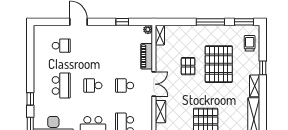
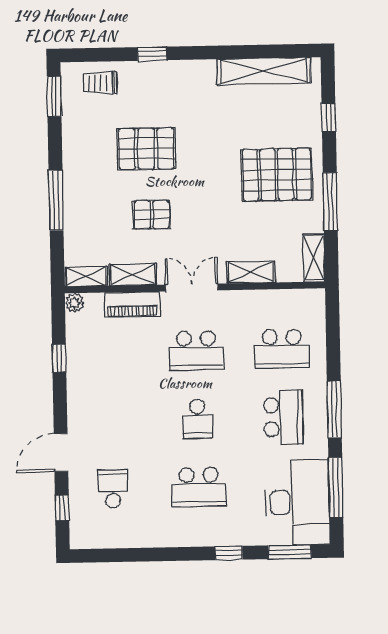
window: (53, 22) -> (62, 508), added
window: (210, 22) -> (56, 200), moved
pallet: (219, 64) -> (146, 149), width x0.73, depth x0.71
school desk: (61, 86) -> (199, 487), turned 180
school desk: (125, 86) -> (196, 351), width x1.85
shelving: (255, 86) -> (133, 275), moved

